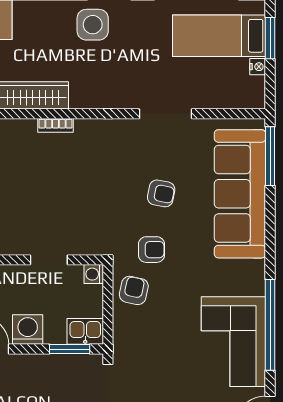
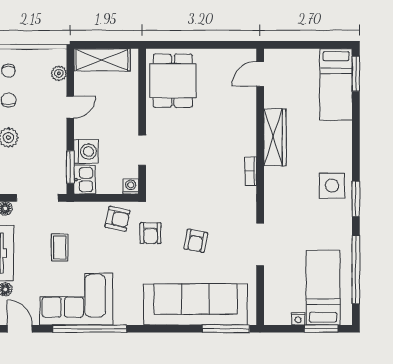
bookcase: (56, 125) -> (251, 171), moved
washing machine: (28, 329) -> (86, 152), moved
coffee table: (169, 362) -> (60, 248), added

